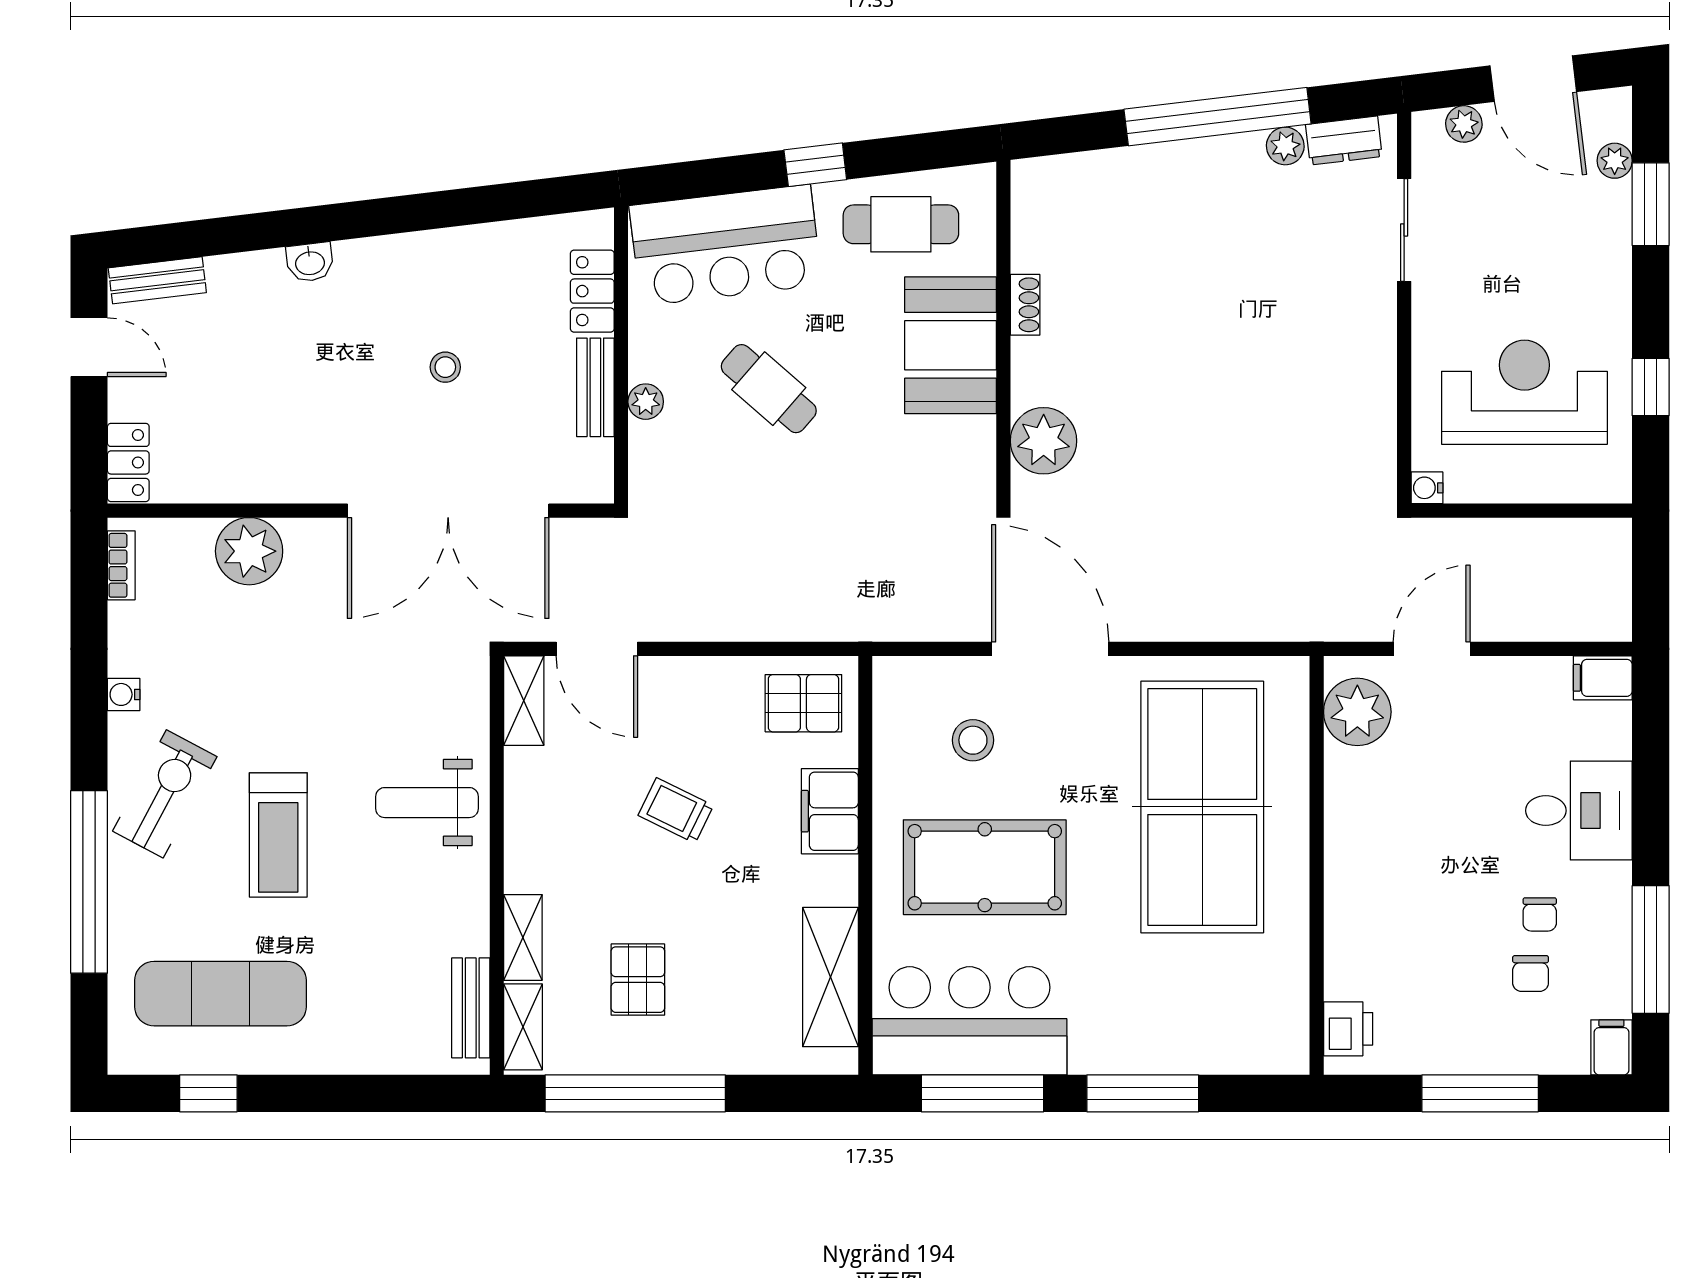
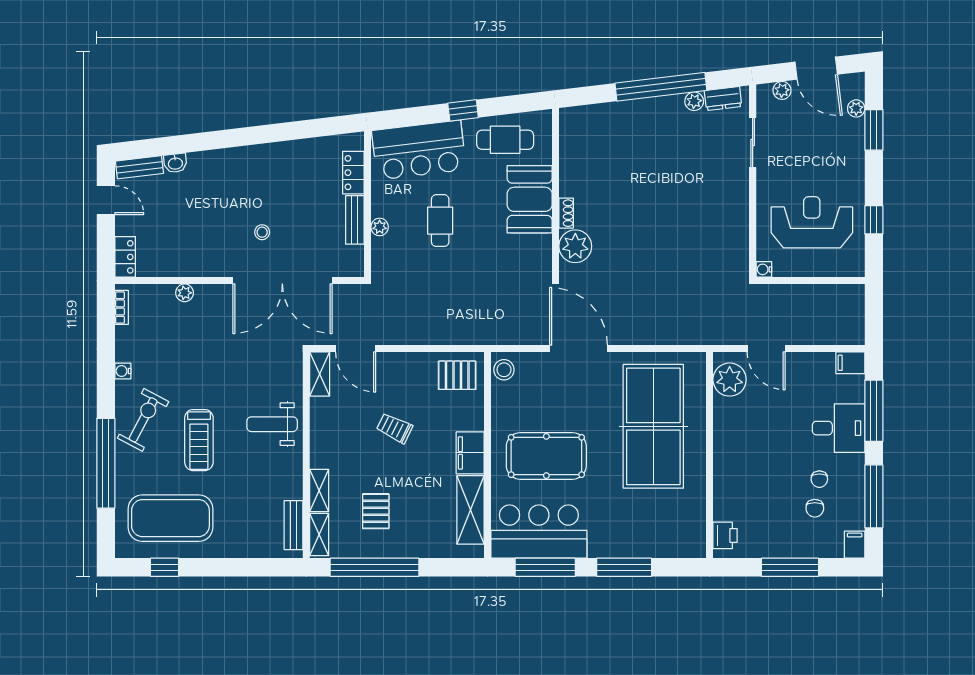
washbasin: (310, 262) -> (175, 163), moved
shoe rack: (1025, 305) -> (566, 213), moved
stool: (445, 367) -> (262, 232), moved
cafe table: (769, 389) -> (440, 221), turned 49
plant: (249, 551) -> (185, 293), width x0.53, depth x0.53
door: (1432, 649) -> (766, 349), swing flipped
stool: (973, 740) -> (504, 370), moved
window: (1651, 775) -> (874, 411), added
filing cabinet: (830, 811) -> (470, 453), moved
exercise mat: (220, 994) -> (170, 518), width x1.47

